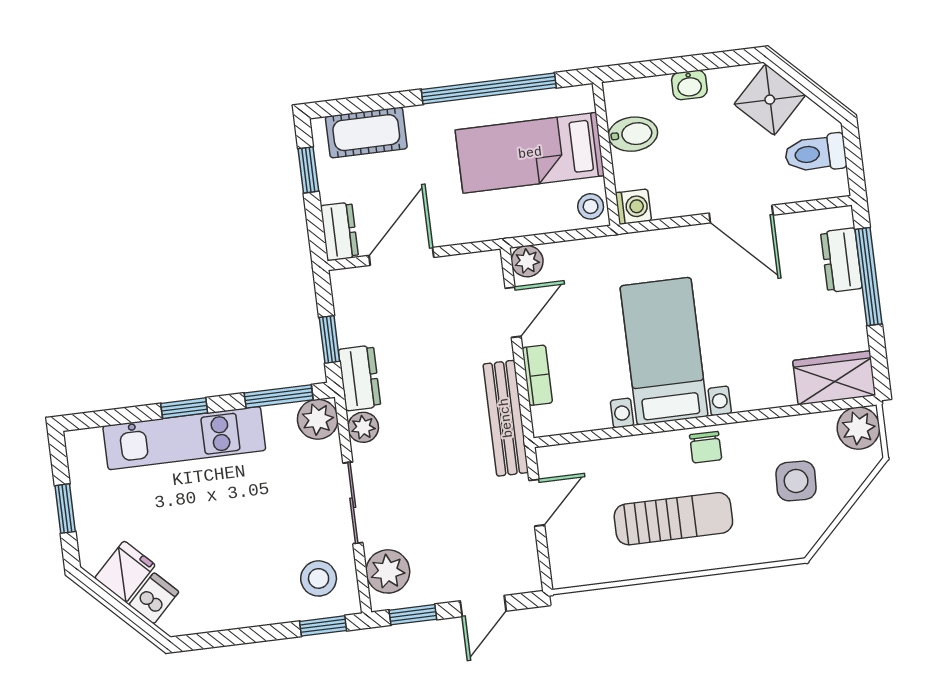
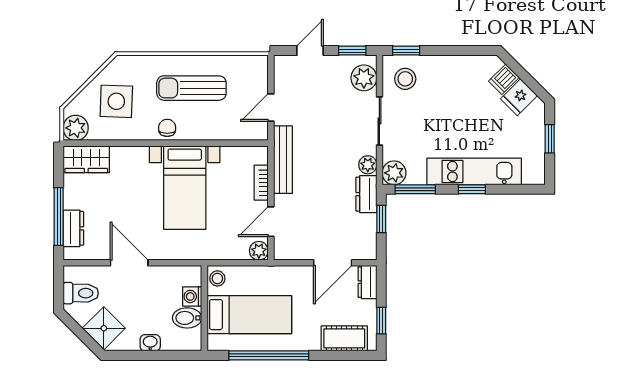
washing machine: (633, 207) -> (192, 296), moved
side table: (796, 481) -> (116, 101), width x1.37, depth x1.37

